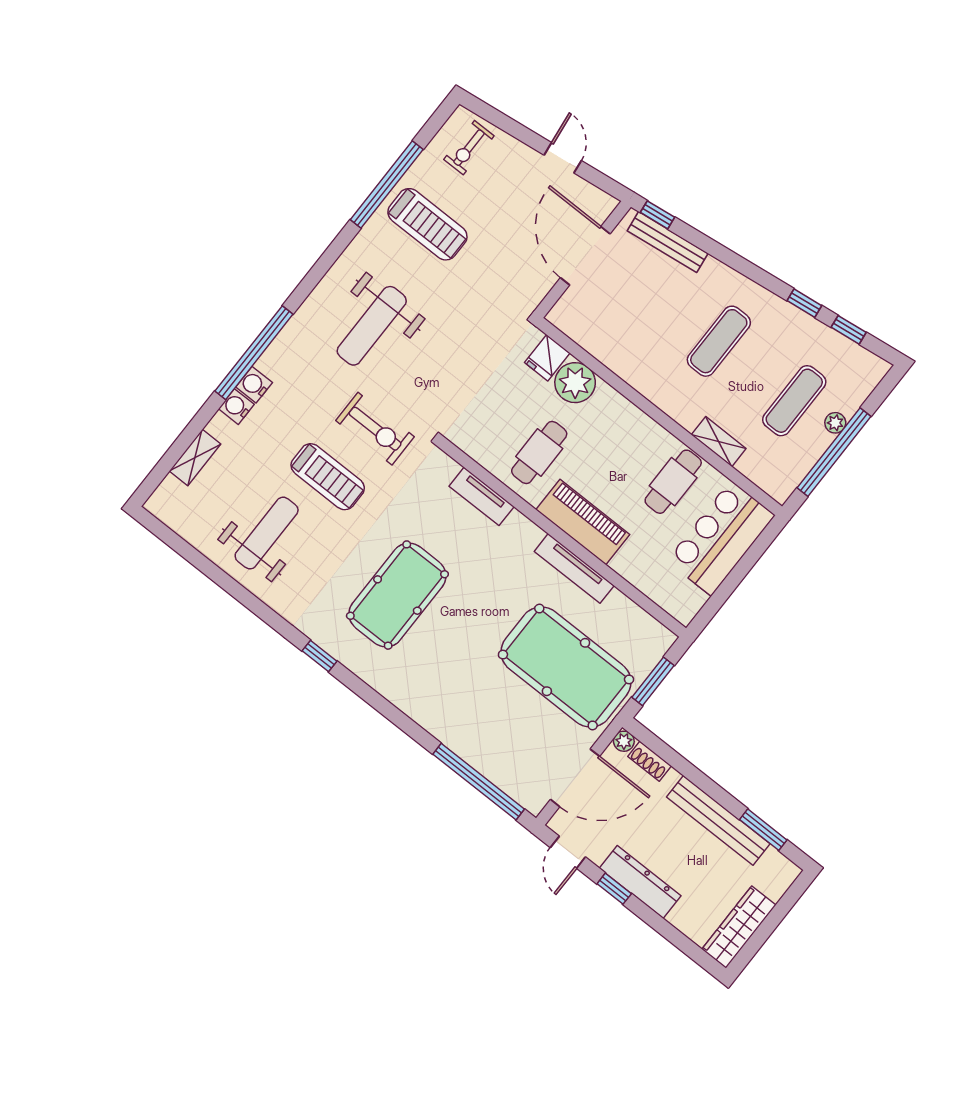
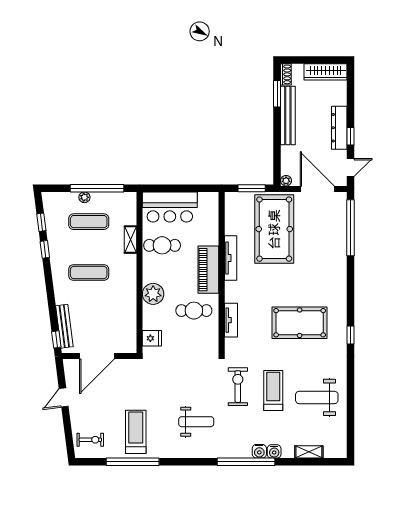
weight bench: (372, 326) -> (196, 422), width x0.73, depth x0.75
plant: (575, 383) -> (153, 294), moved
shoe rack: (650, 761) -> (286, 74), moved

